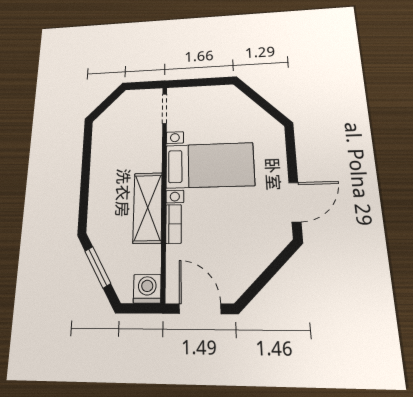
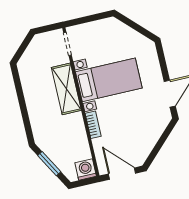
shelving: (148, 208) -> (66, 89), moved

